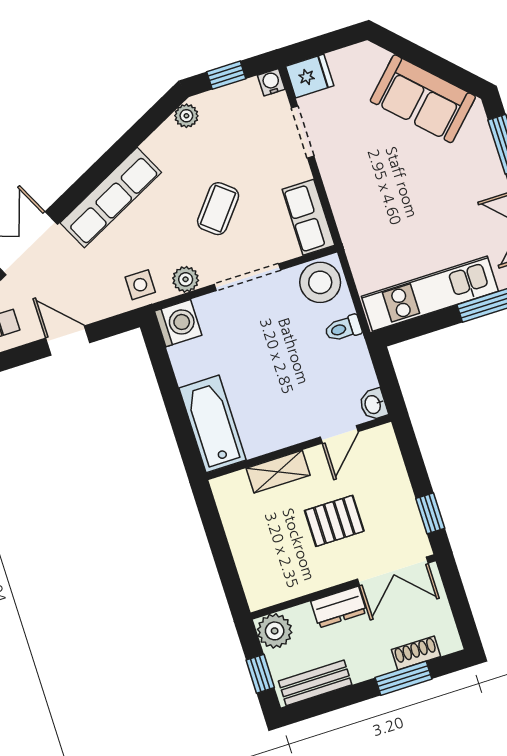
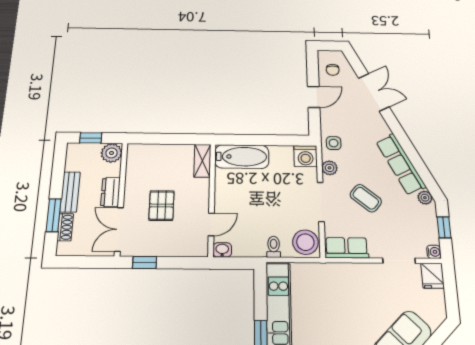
row of seats: (111, 198) -> (401, 164), moved
door: (339, 434) -> (211, 224), swing flipped
shelving: (278, 472) -> (202, 161), moved
bench: (315, 683) -> (70, 192), moved

